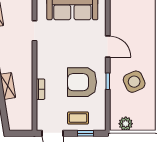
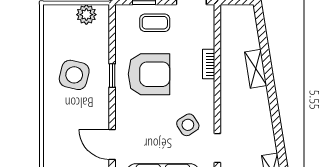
side table: (55, 47) -> (188, 125), added
door: (108, 47) -> (112, 144), moved
side table: (134, 82) -> (74, 75), turned 38

